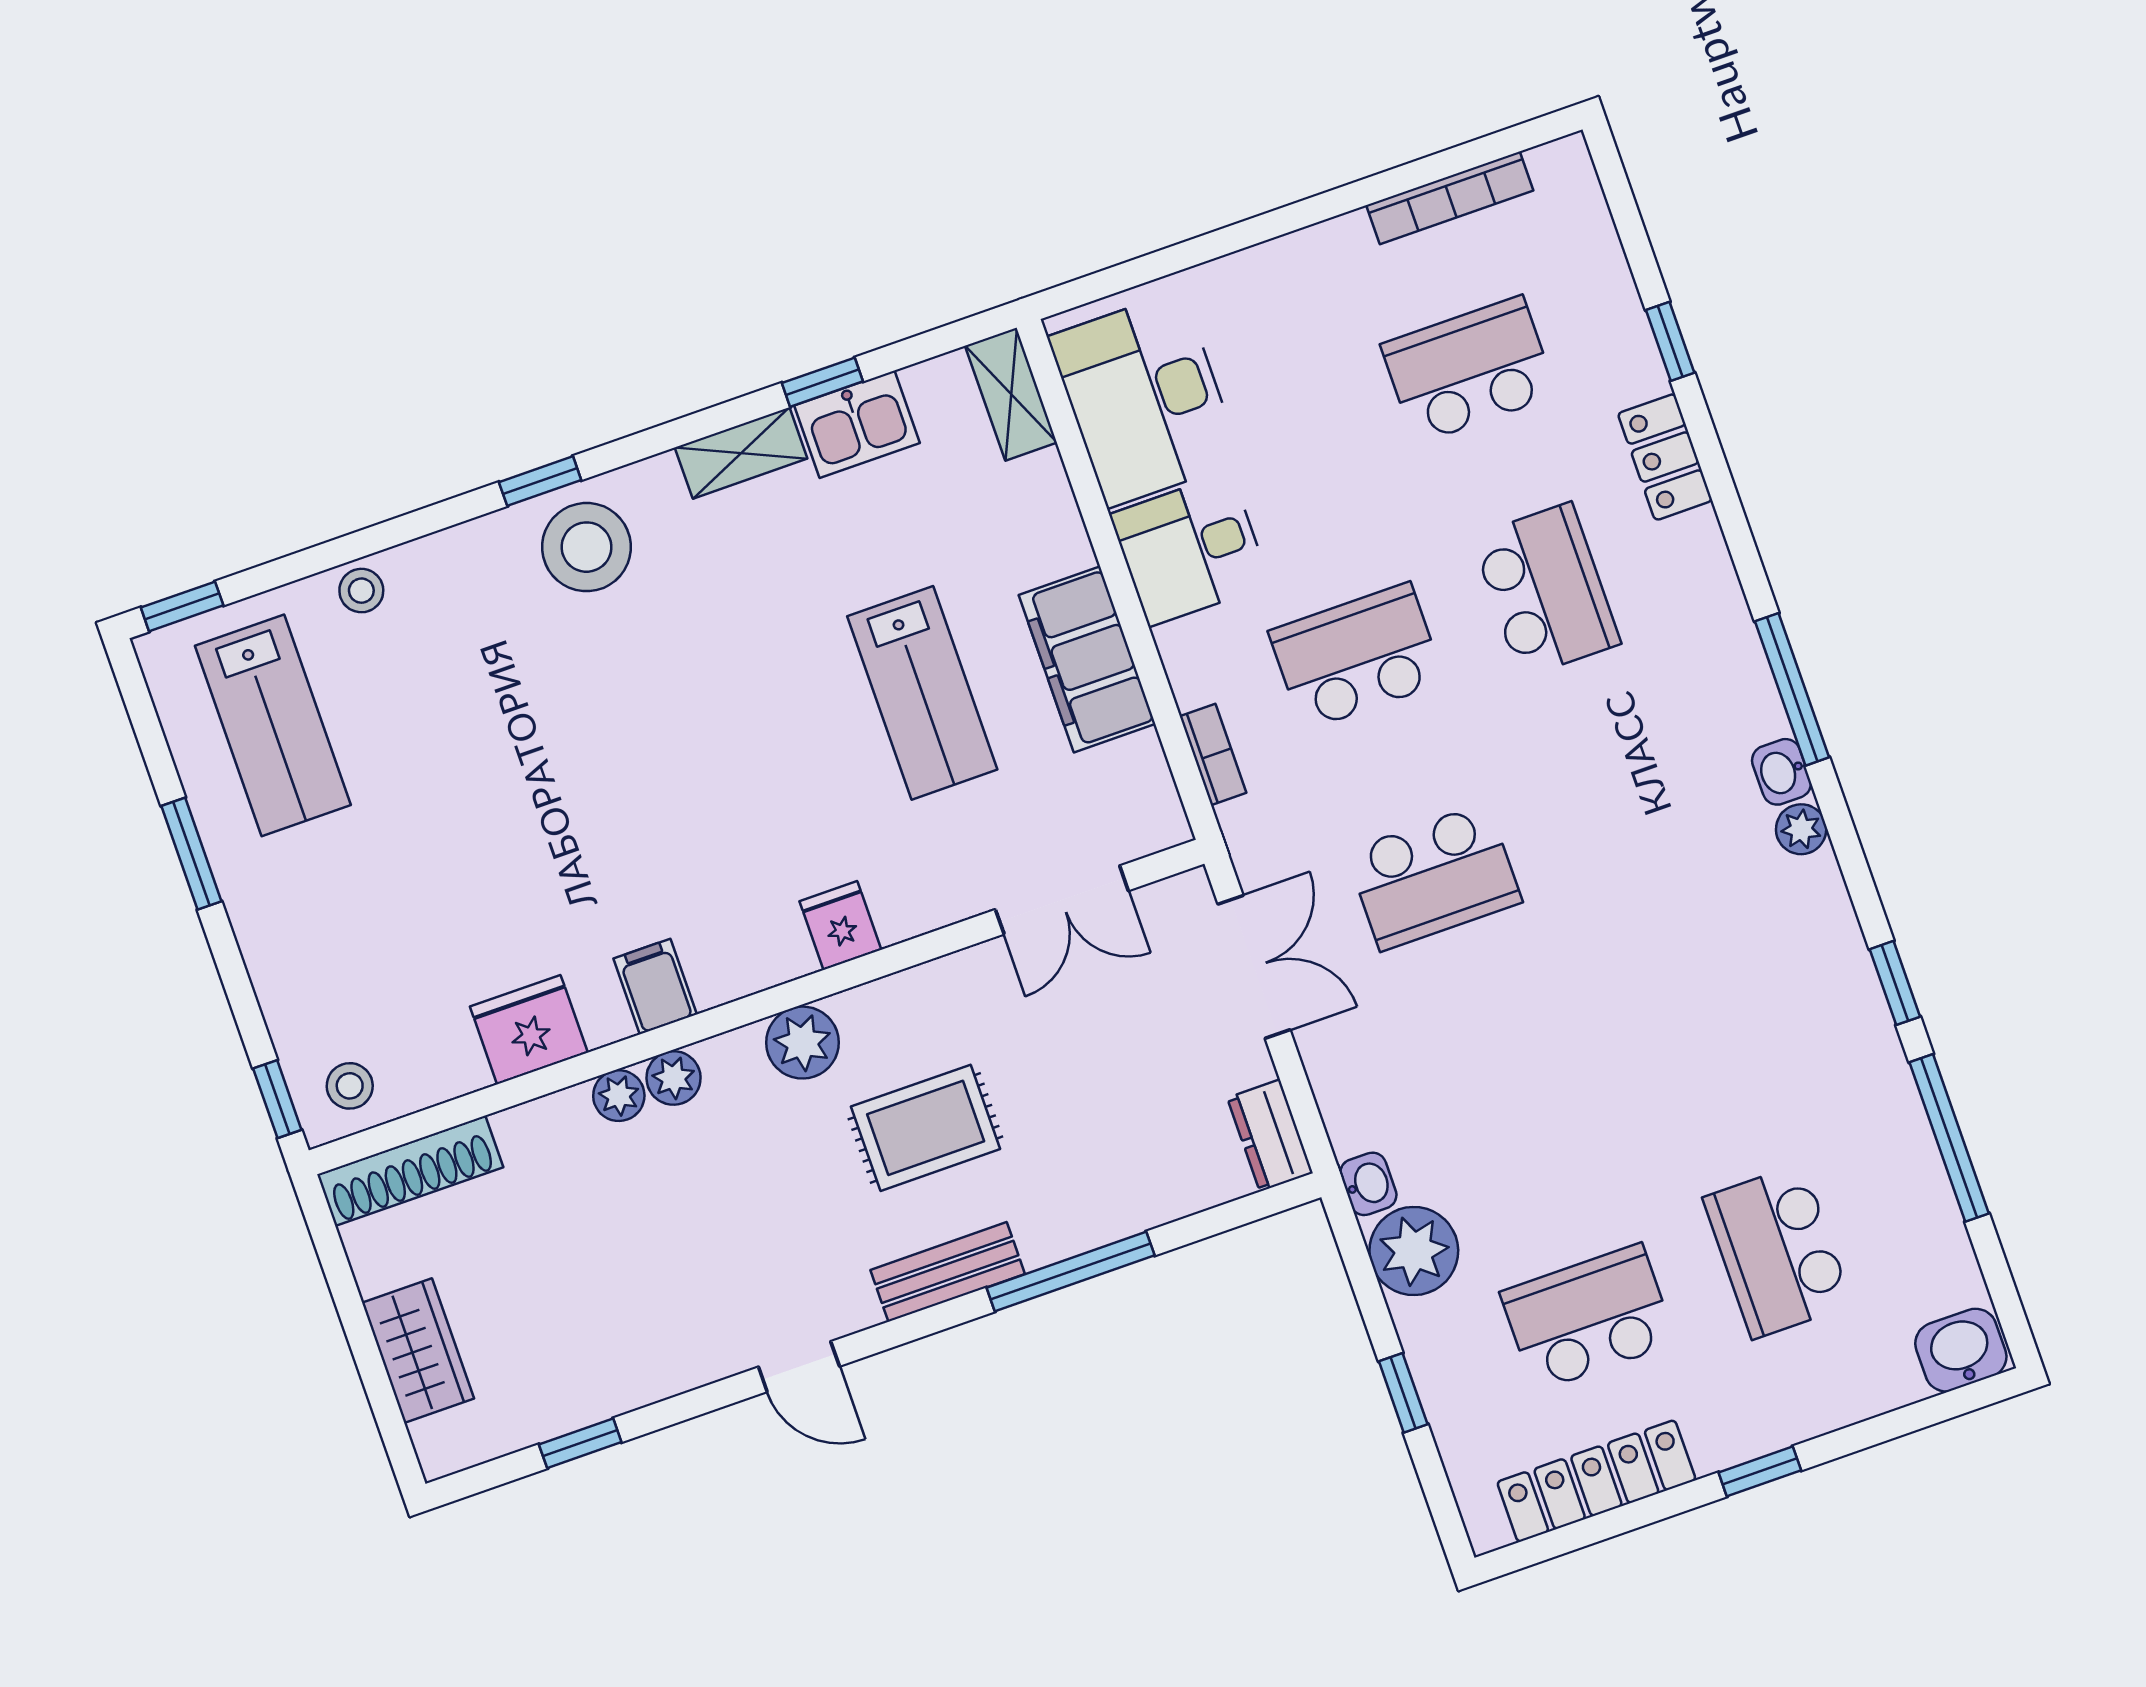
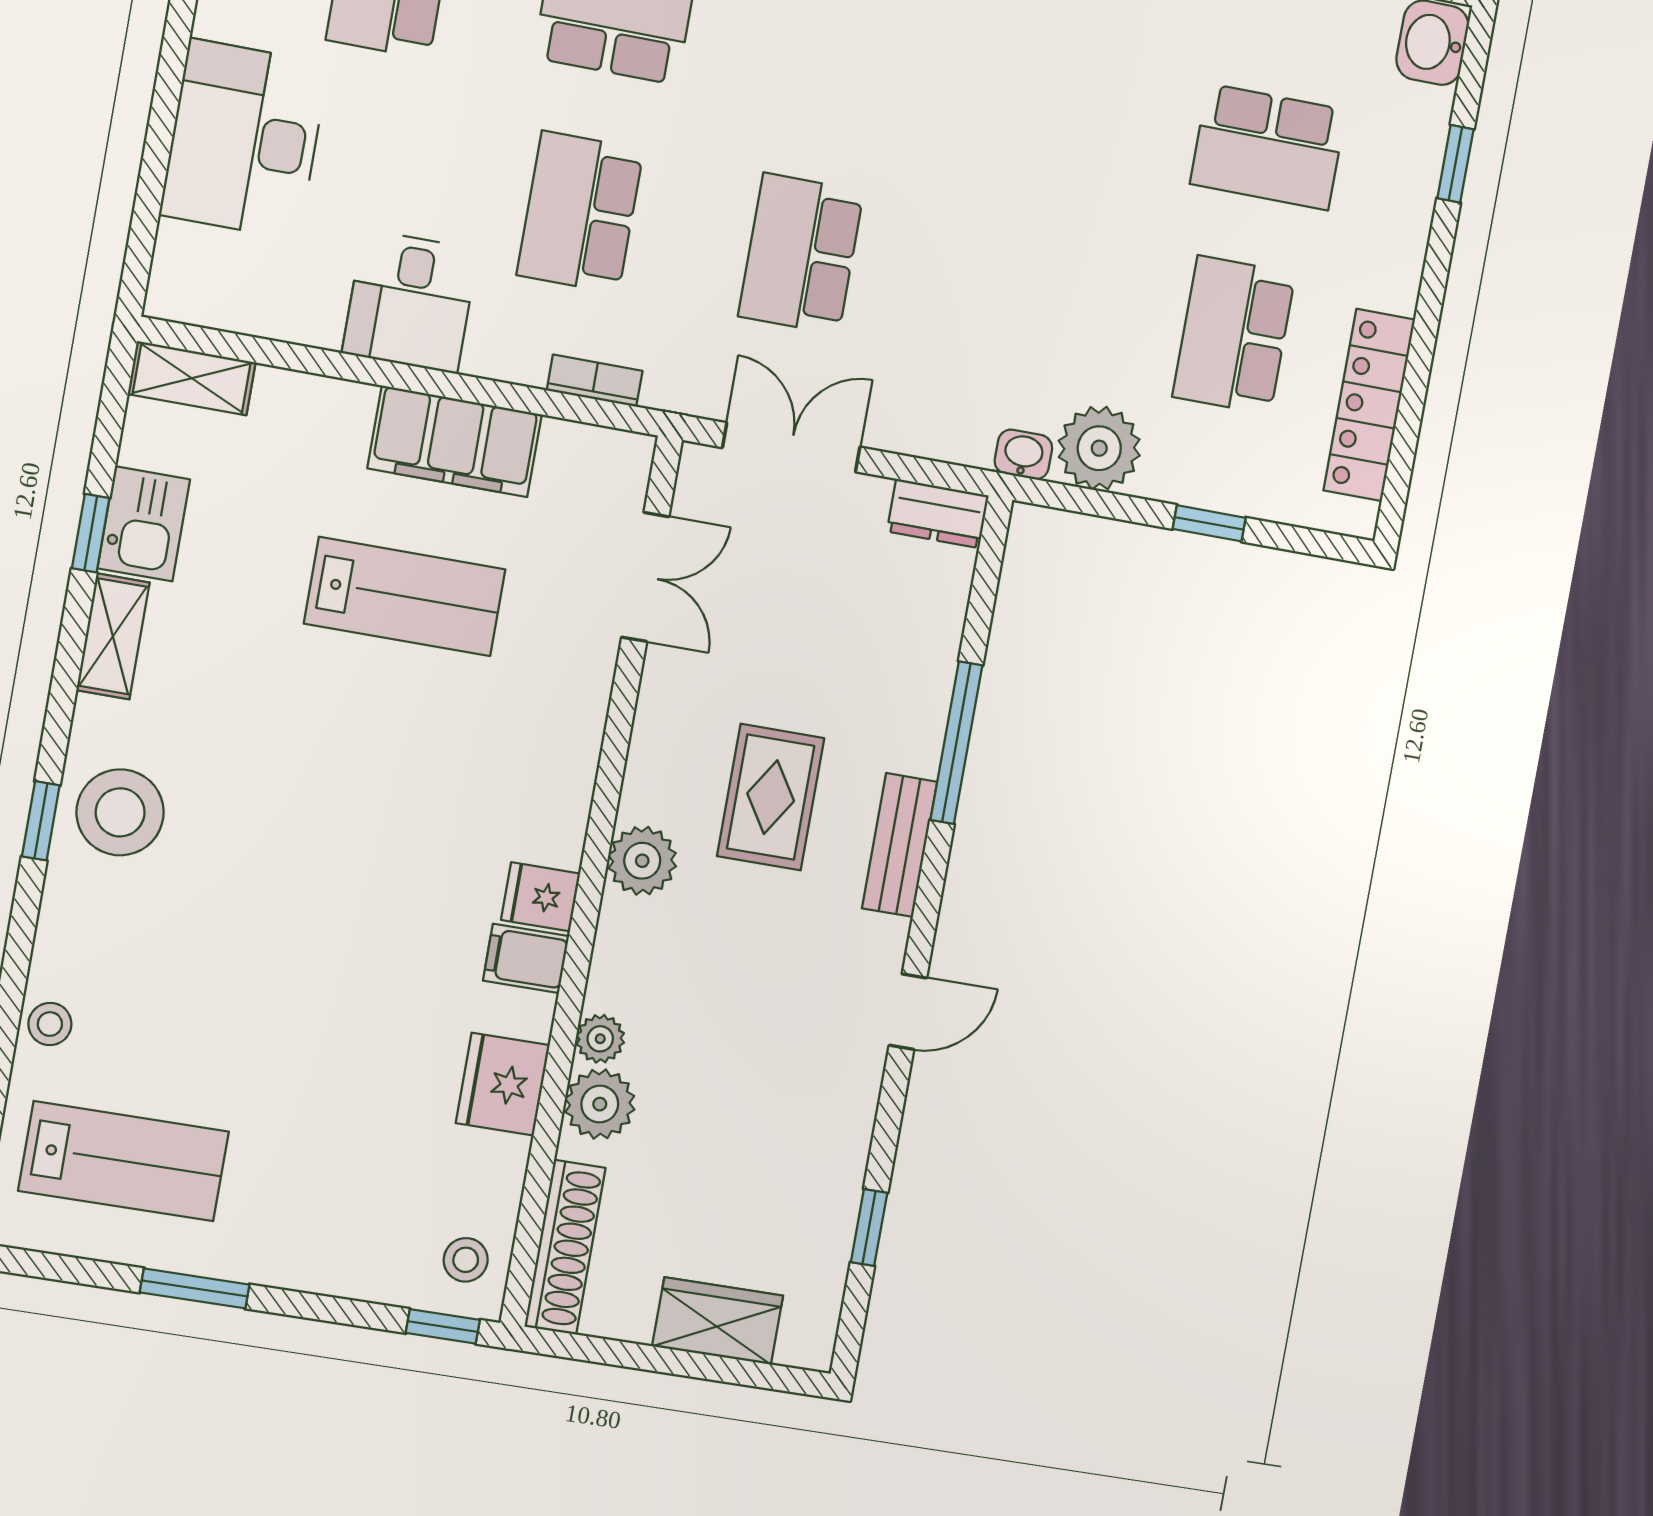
desk: (1145, 399) -> (244, 139), moved, turned 90
school desk: (1434, 877) -> (801, 254), turned 180
fridge: (840, 926) -> (541, 897), moved
plant: (674, 1078) -> (600, 1104), moved, width x1.38, depth x1.38
window: (1760, 1471) -> (1455, 164), moved

